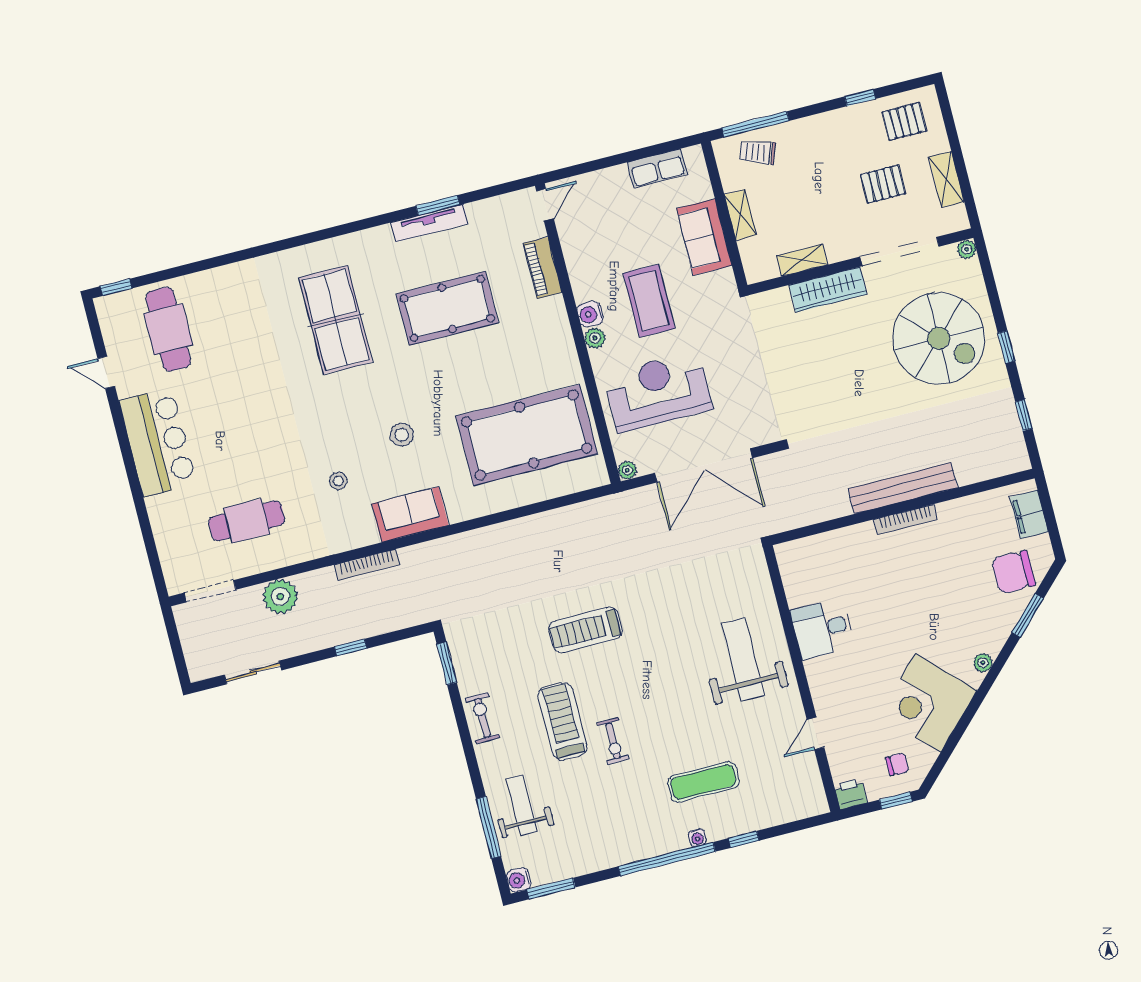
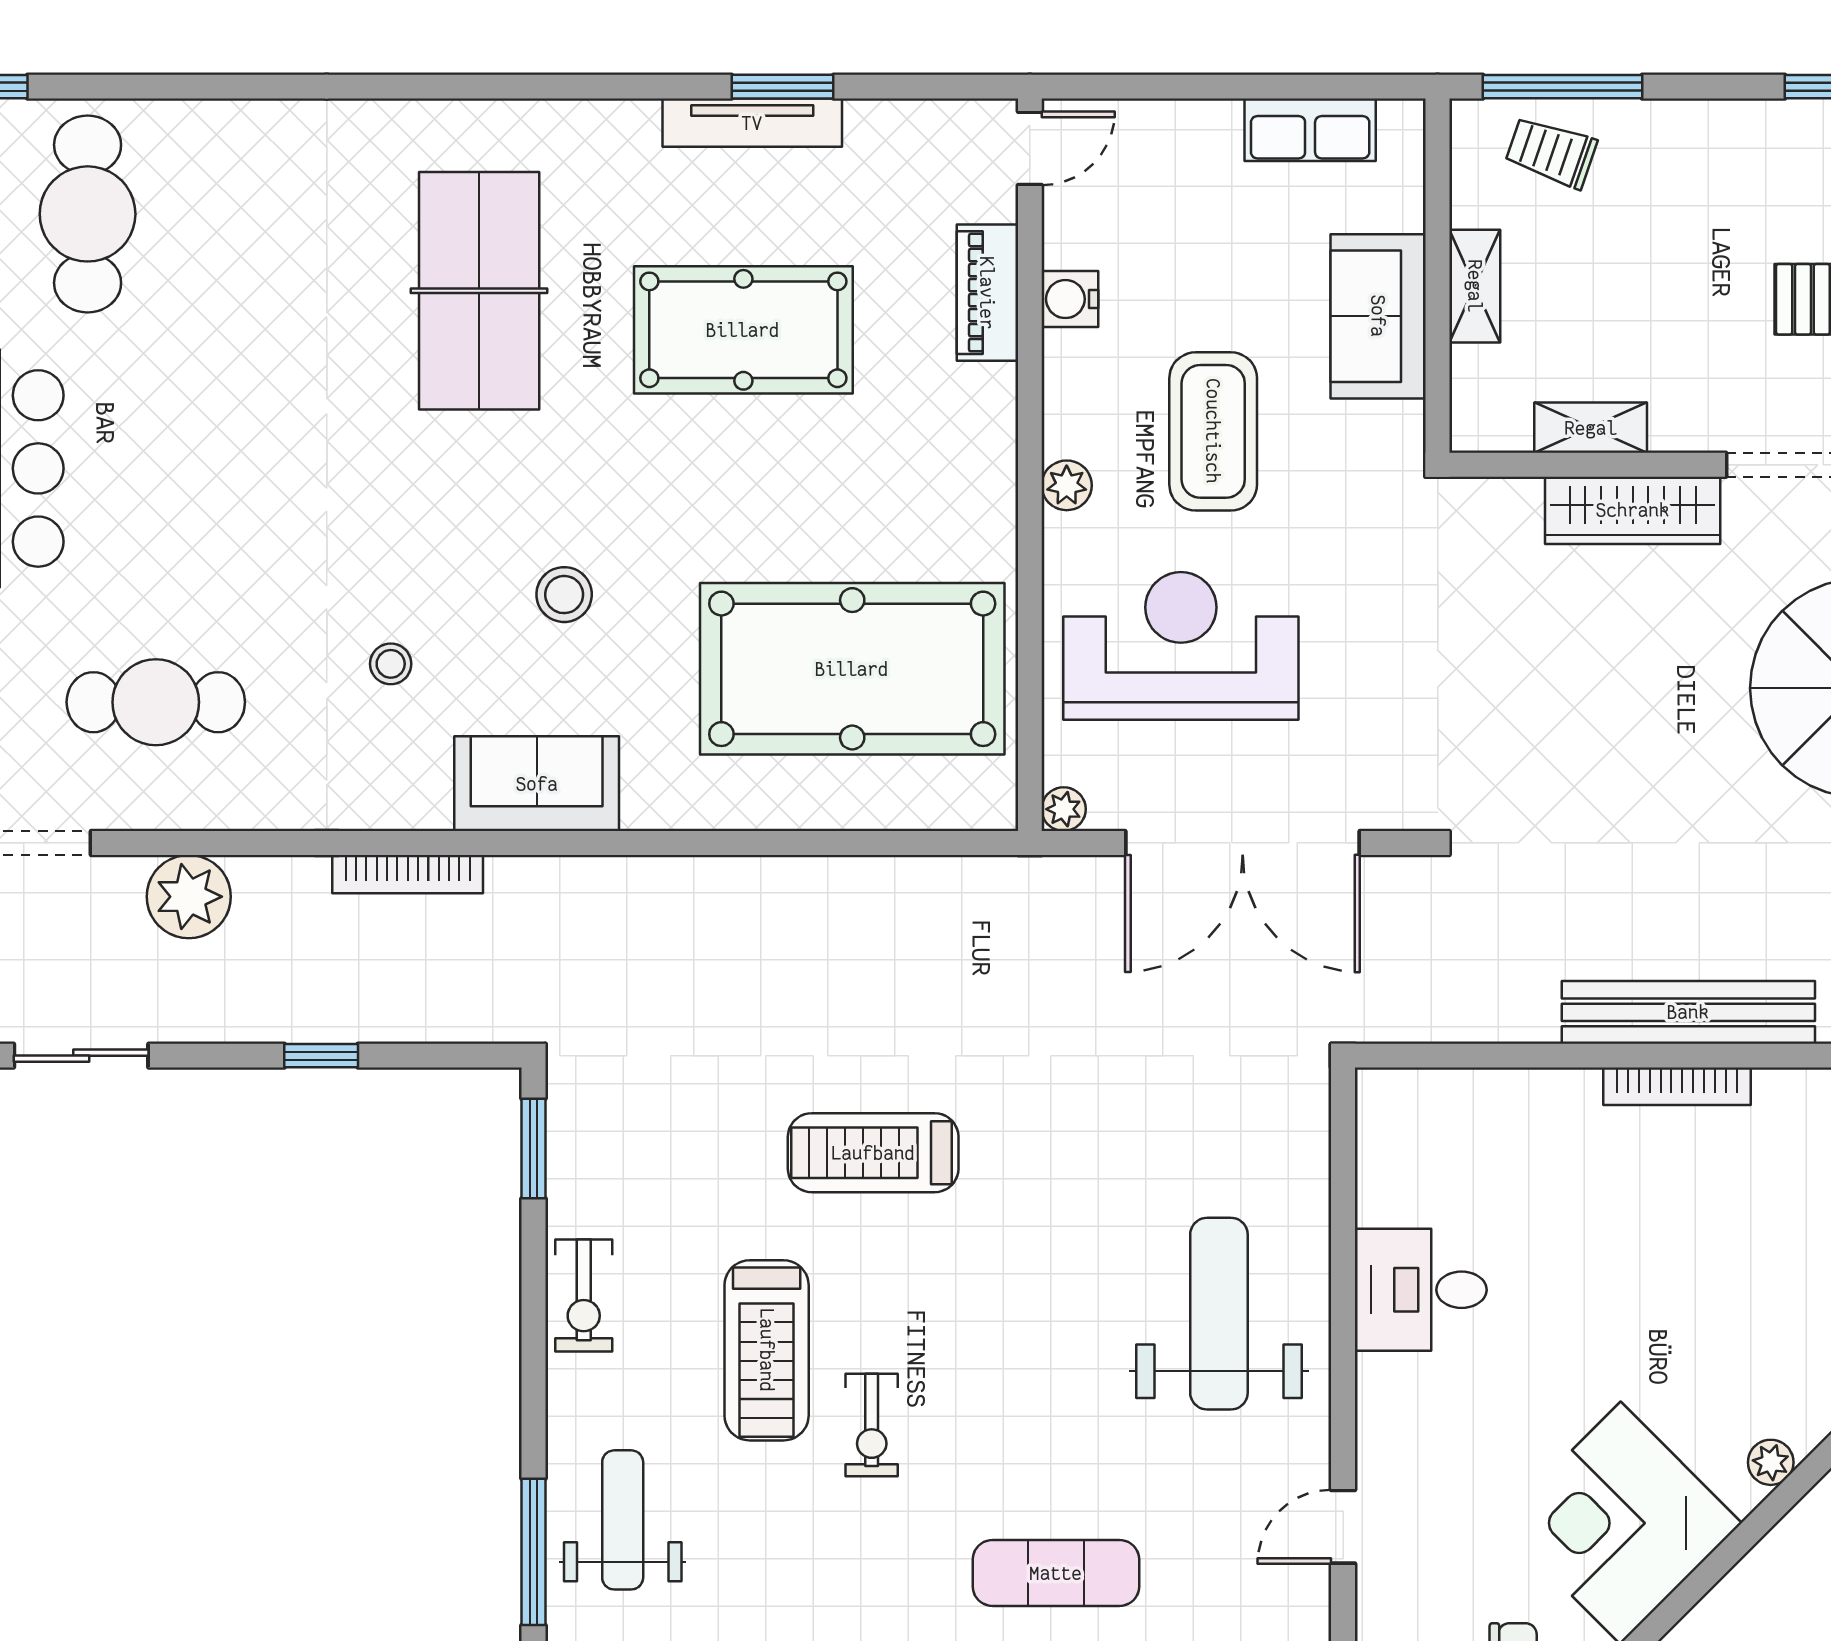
water cooler: (590, 314) -> (1070, 299), moved
exercise bike: (482, 718) -> (584, 1295), turned 180
treadmill: (563, 721) -> (767, 1350), turned 180

